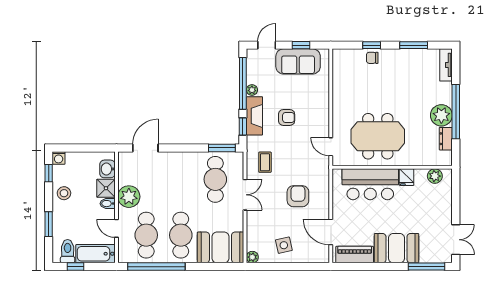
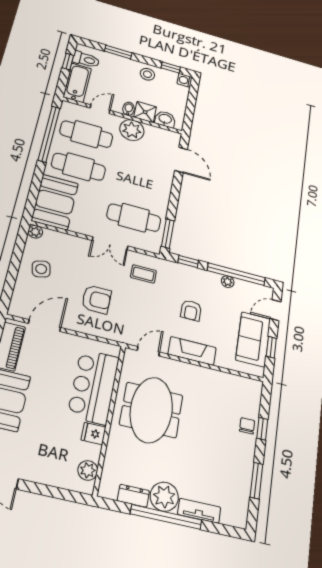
door: (267, 45) -> (276, 310), swing flipped
tv unit: (446, 65) -> (199, 511), moved
fireplace: (254, 116) -> (192, 351), moved, turned 180

